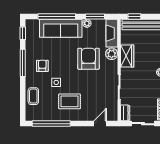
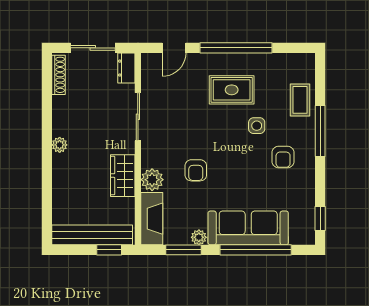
armchair: (88, 59) -> (196, 170), width x0.53, depth x0.53
window: (23, 63) -> (320, 131), moved
window: (51, 124) -> (236, 48), moved

